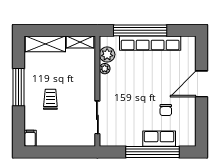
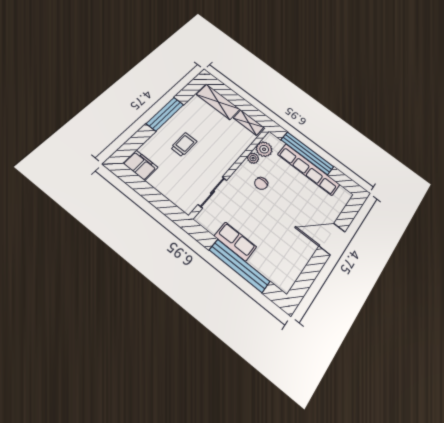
chair: (166, 110) -> (261, 183), moved
filing cabinet: (30, 138) -> (140, 165), width x2.00
row of seats: (159, 139) -> (235, 241), moved

